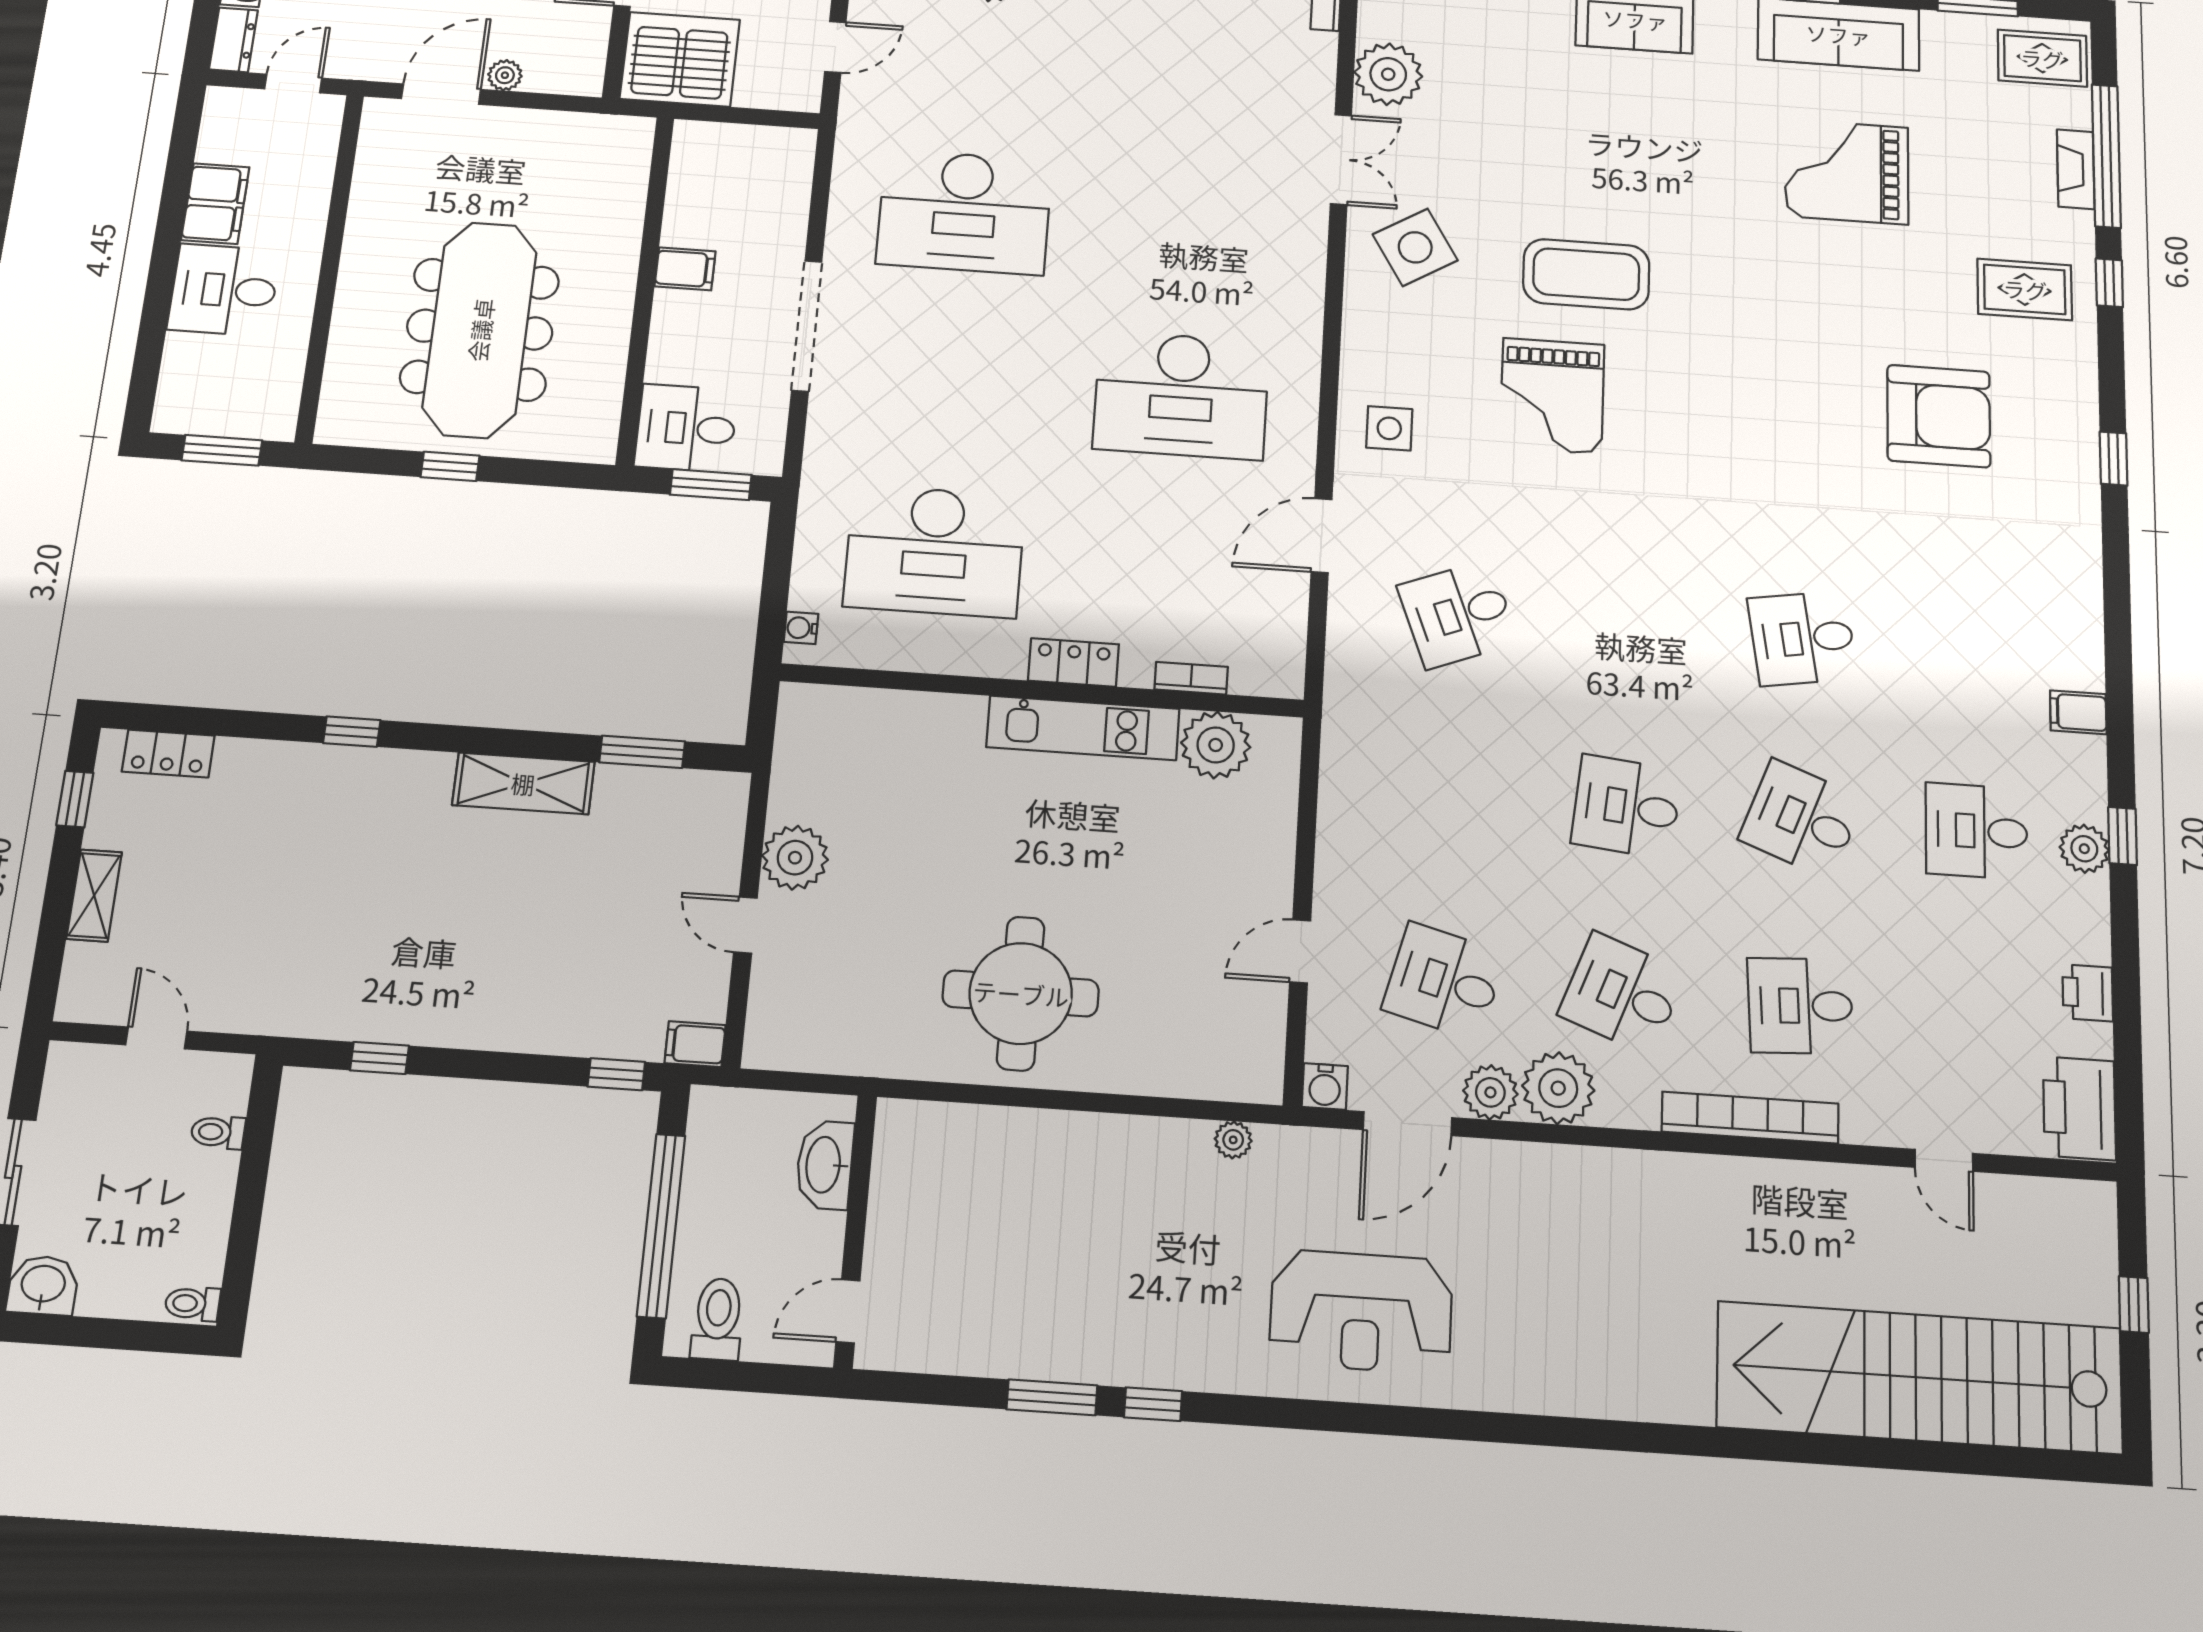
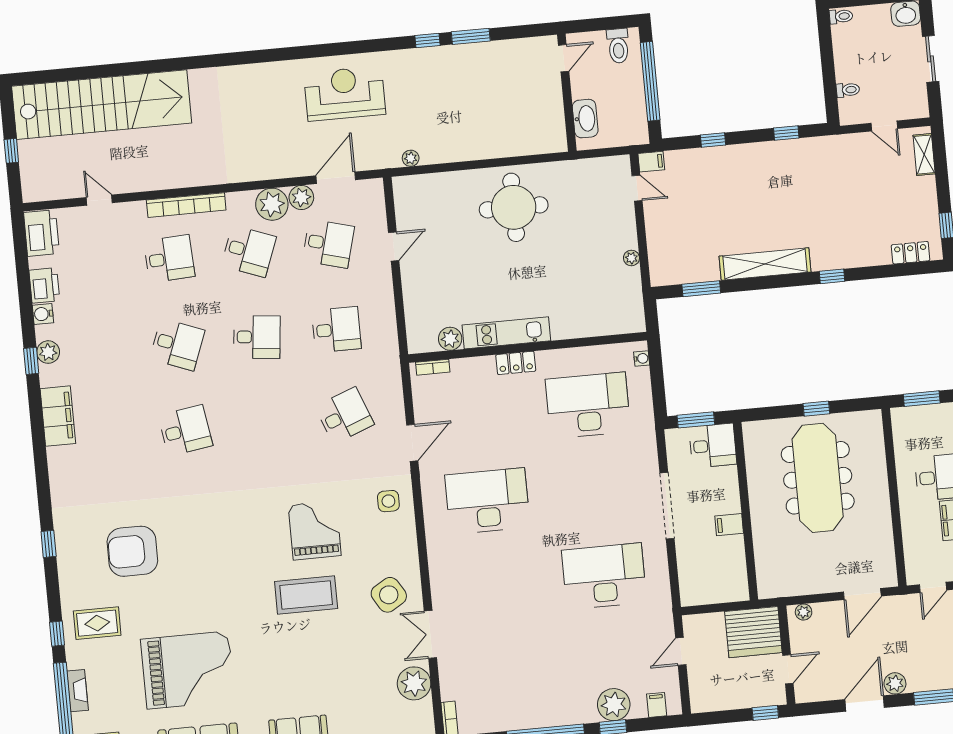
plant: (505, 75) -> (804, 612), moved
grand piano: (1847, 172) -> (188, 670), width x1.37, depth x1.48
bookcase: (1191, 678) -> (433, 367), moved
filing cabinet: (2078, 712) -> (58, 416), width x3.00, depth x1.17
plant: (1216, 745) -> (450, 339), width x0.73, depth x0.73
shelving: (523, 783) -> (765, 264), width x1.47
desk: (1976, 831) -> (336, 330), moved
plant: (795, 858) -> (631, 258), width x0.53, depth x0.53
shelving: (94, 896) -> (924, 155), moved
door: (745, 925) -> (637, 188), moved
printer: (2088, 993) -> (44, 285), width x1.36, depth x1.24
window: (616, 1074) -> (713, 140), moved
water cooler: (1325, 1086) -> (43, 314), moved, turned -90

